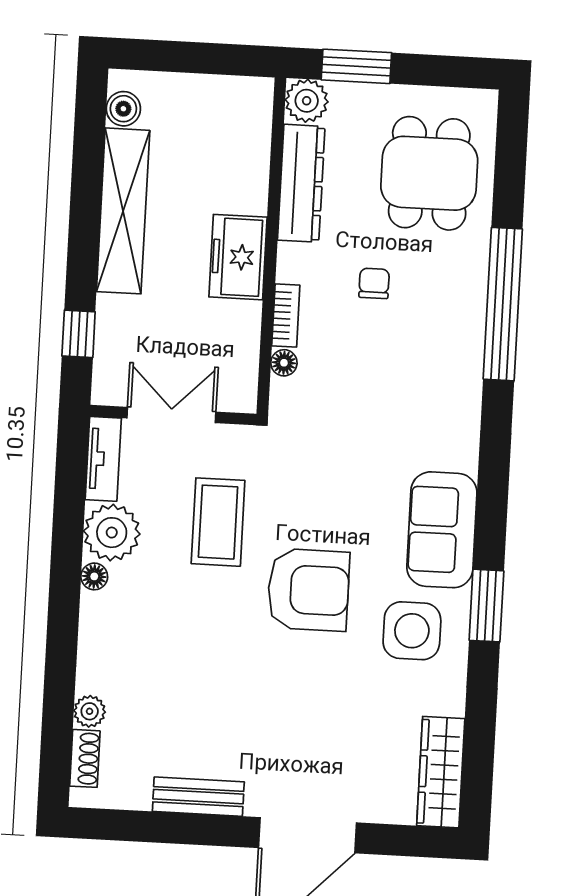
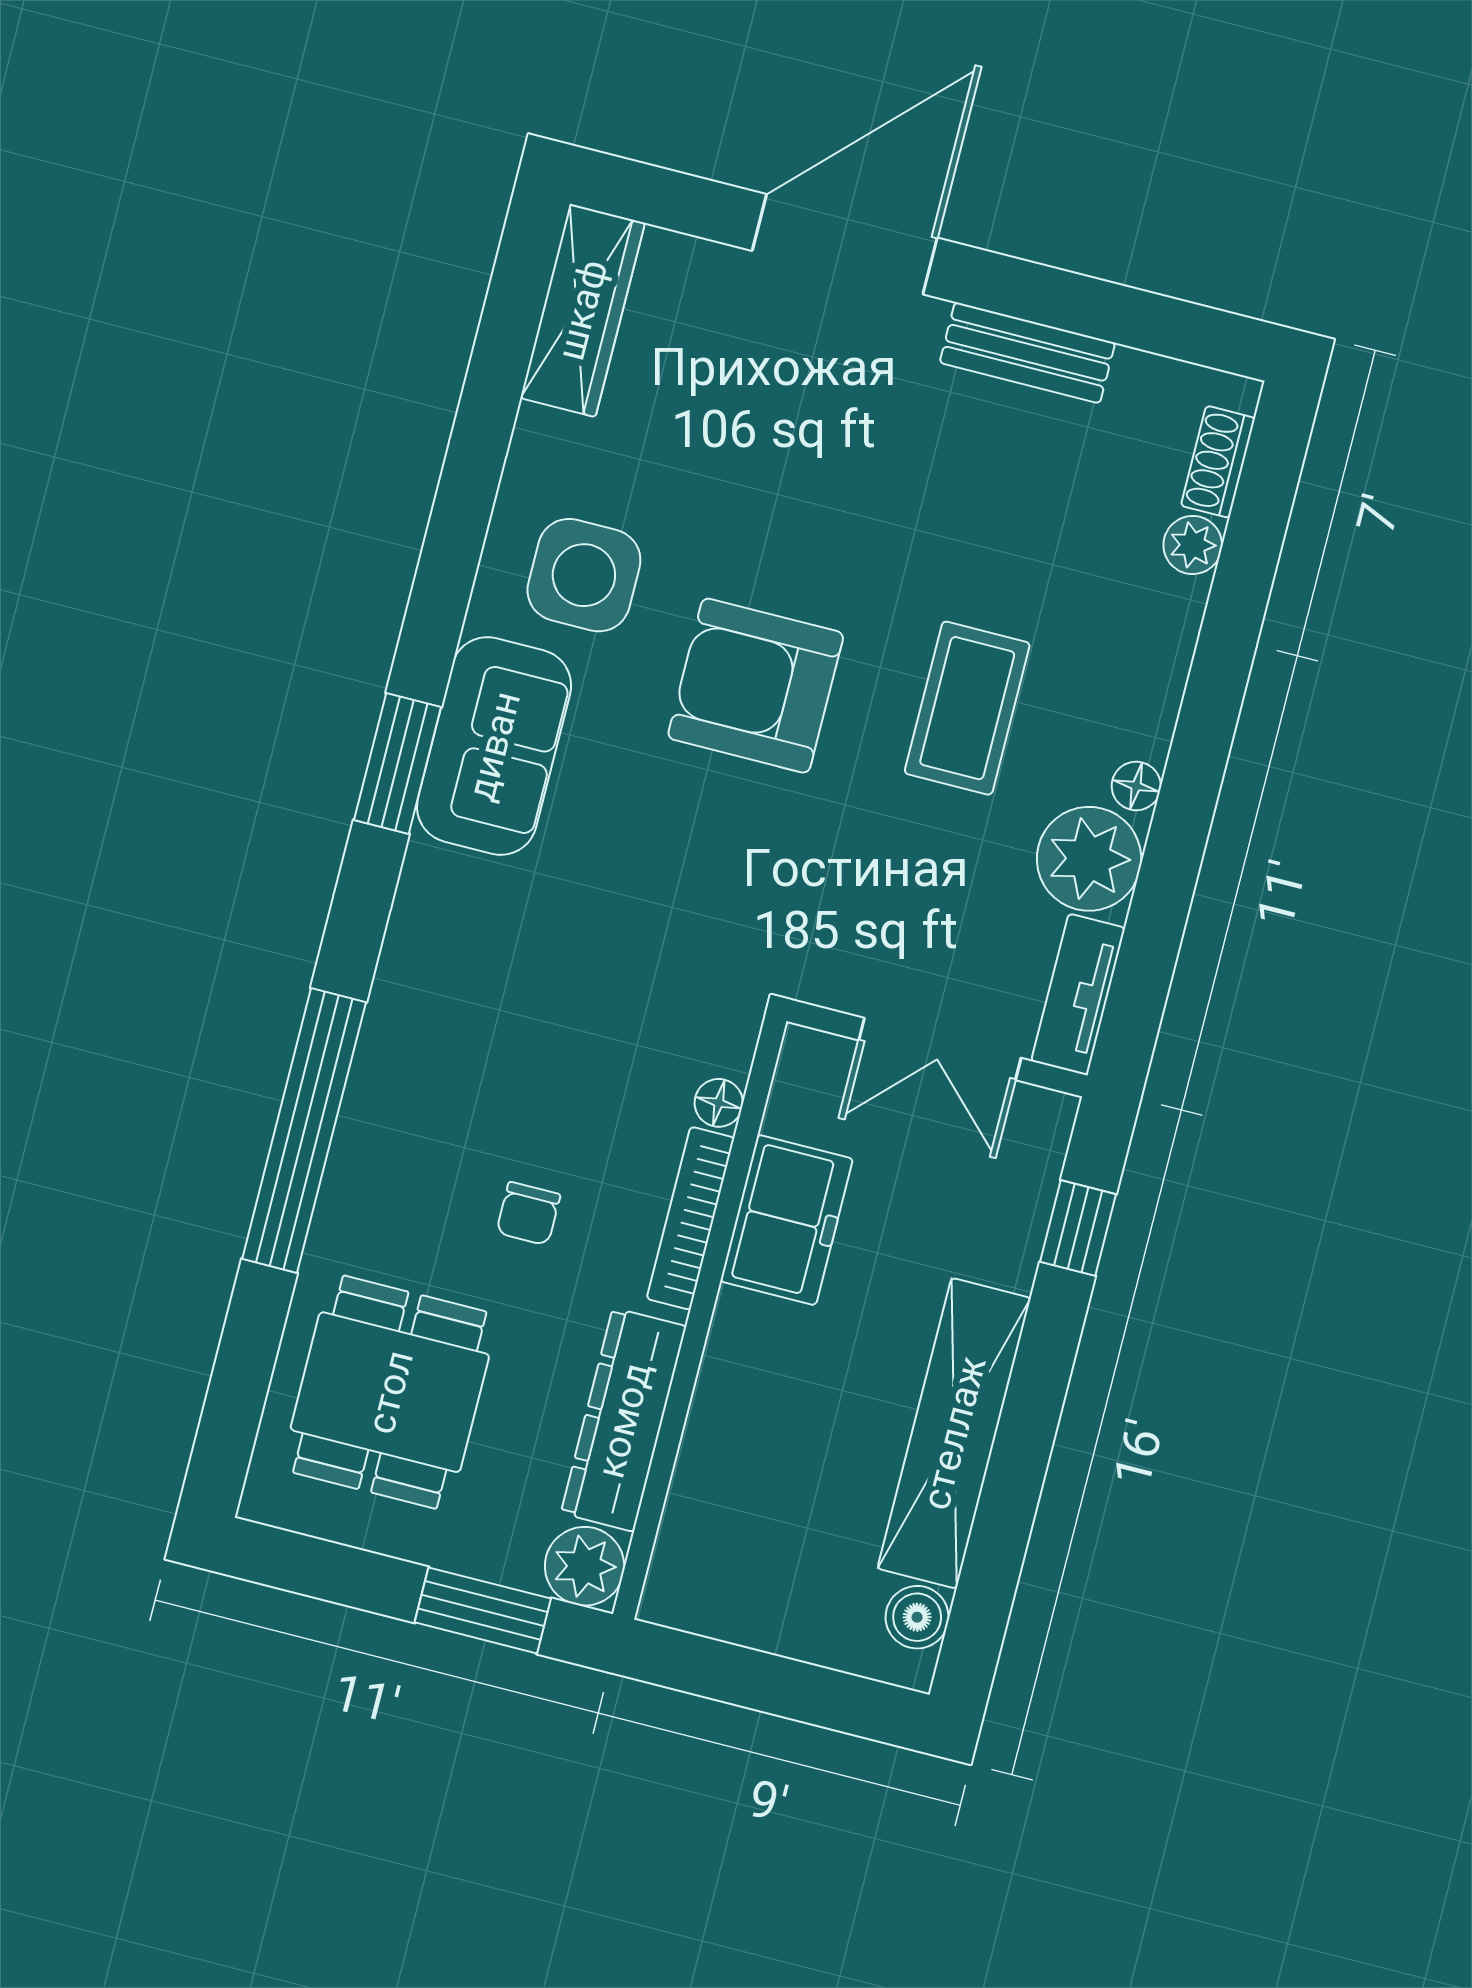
freezer: (238, 257) -> (787, 1220), moved
bookcase: (286, 316) -> (691, 1218), width x1.56
coffee table: (218, 522) -> (967, 708), moved
window: (486, 606) -> (398, 764), moved

